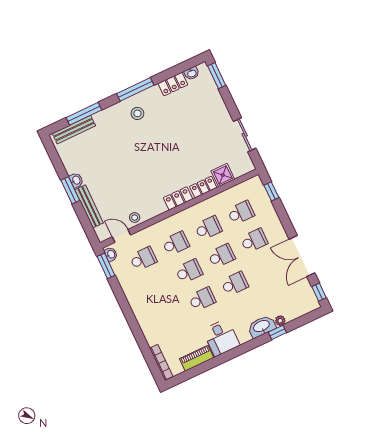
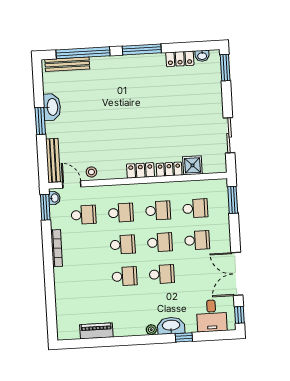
stool: (137, 113) -> (134, 73), removed
window: (84, 114) -> (83, 53), width x1.46
washbasin: (76, 180) -> (52, 107), width x1.91, depth x1.45
window: (271, 191) -> (233, 200), width x1.50
bench: (89, 206) -> (53, 160), moved
plant: (280, 321) -> (151, 330), moved
desk: (221, 338) -> (212, 316), moved
bookcase: (161, 362) -> (57, 248), moved

